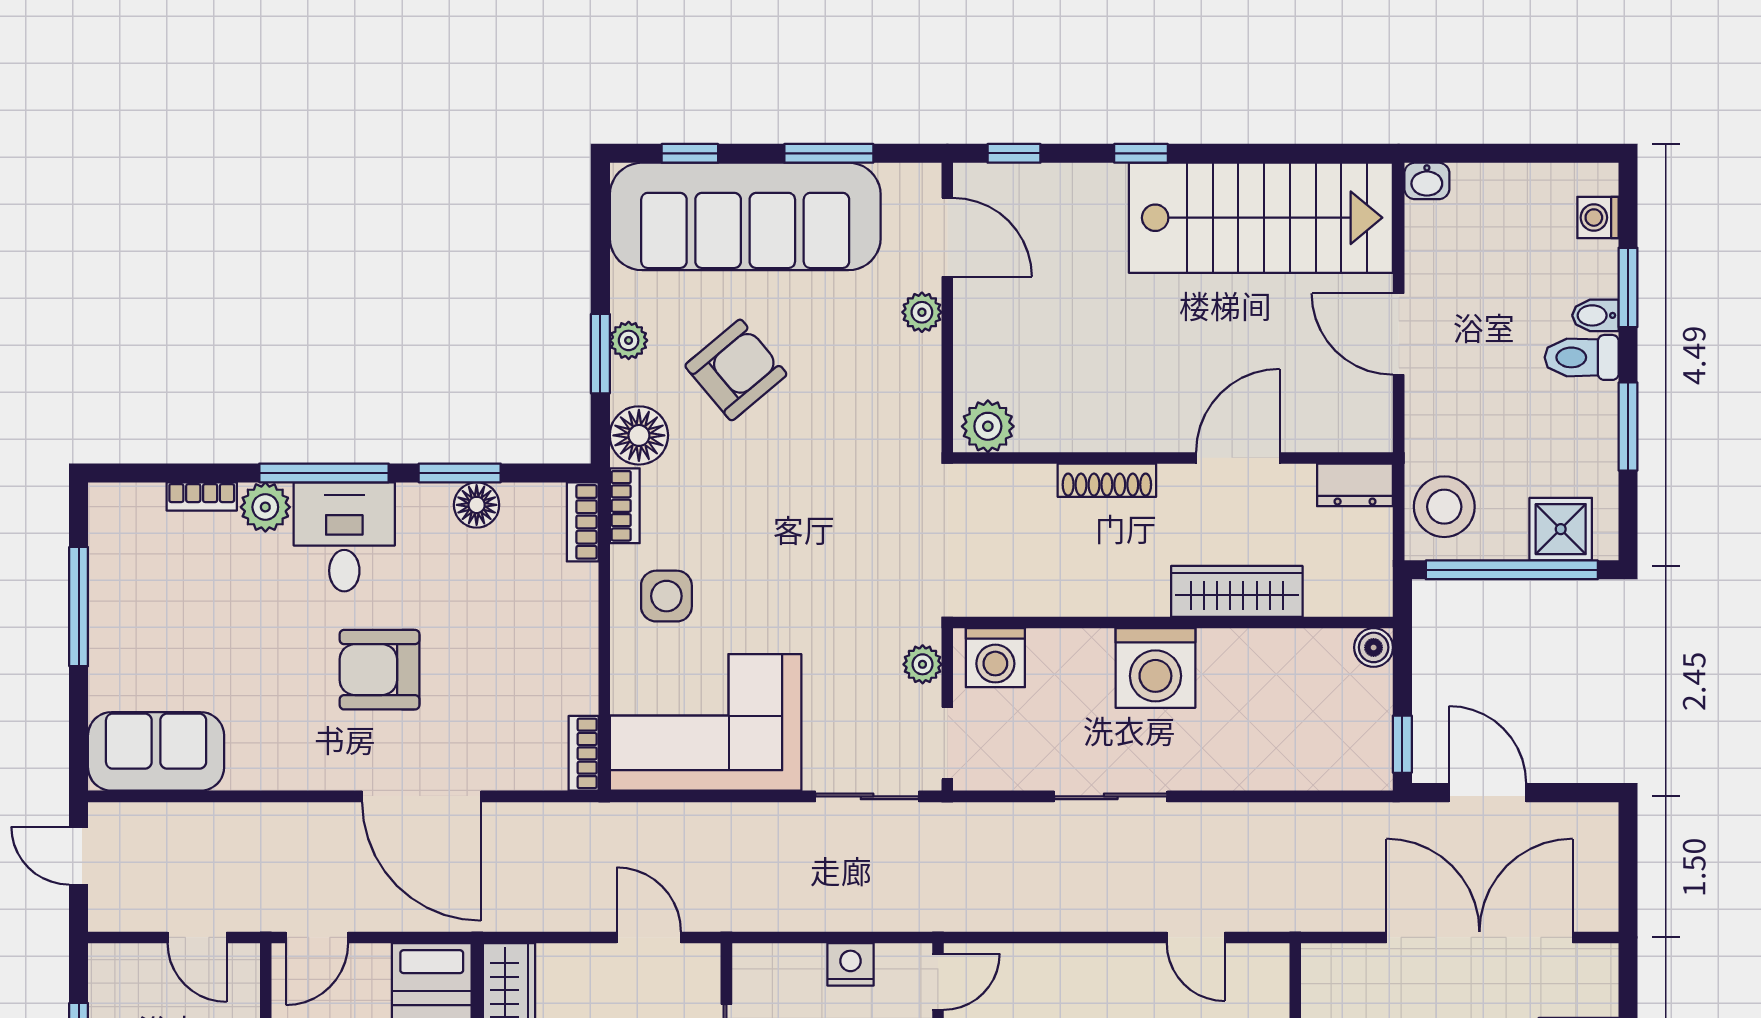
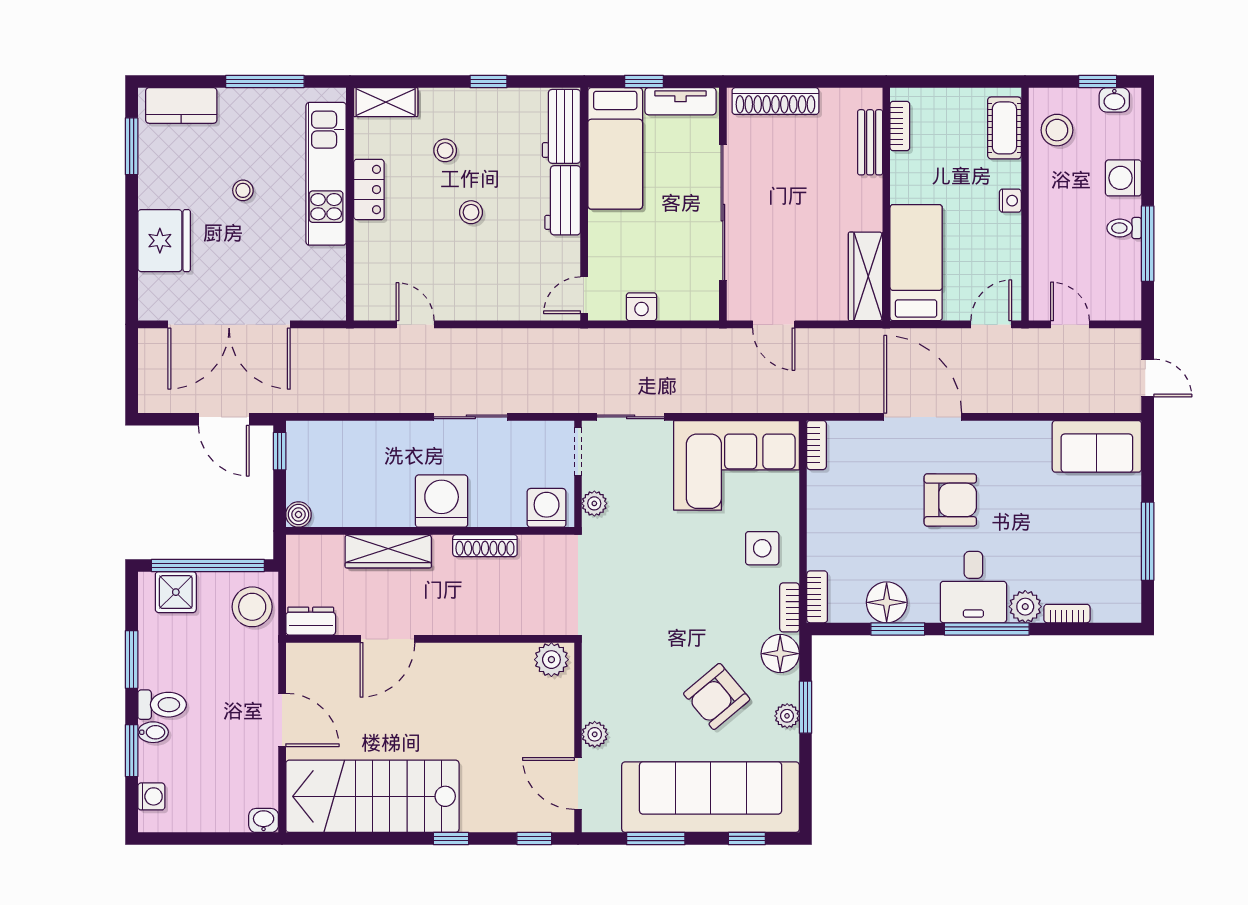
shoe rack: (1107, 480) -> (485, 546), moved, turned 180
floor lamp: (477, 505) -> (887, 602), width x1.38, depth x1.38

